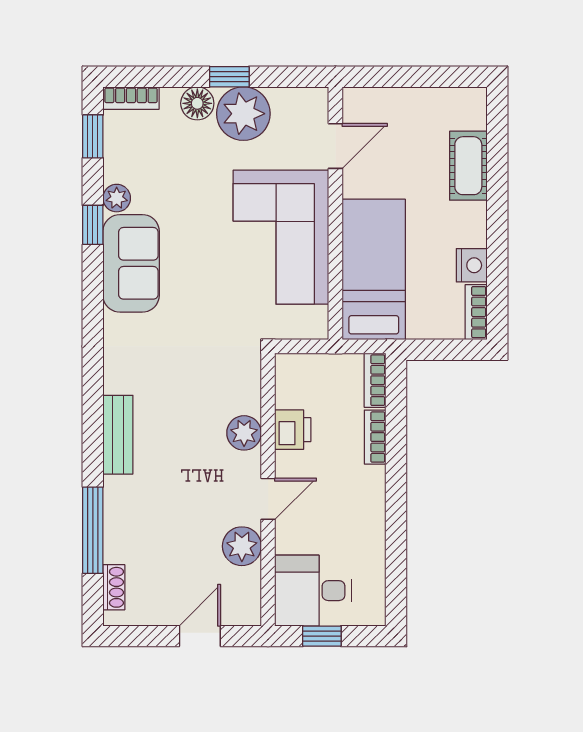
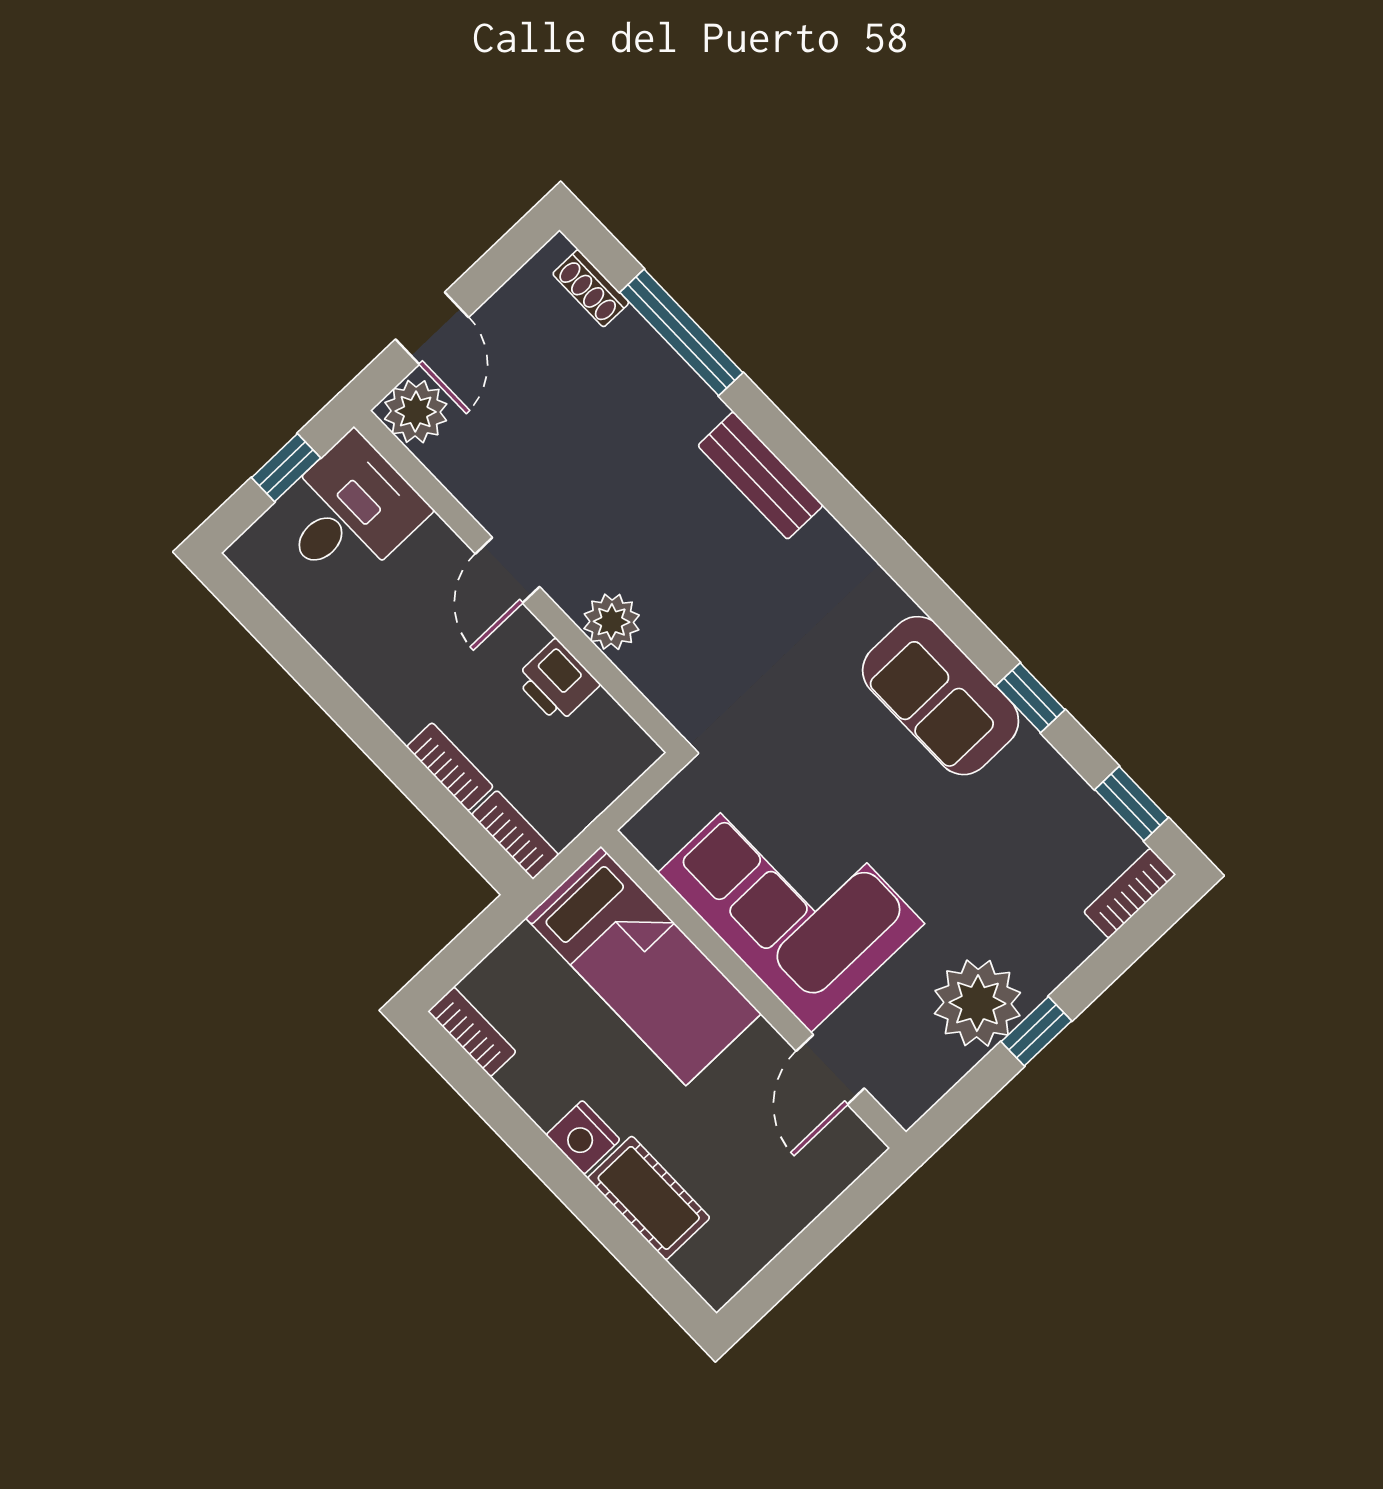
floor lamp: (197, 103) -> (1044, 963), removed
plant: (117, 198) -> (1032, 757), removed
nightstand: (472, 265) -> (583, 1137), moved
plant: (242, 546) -> (416, 412), moved

